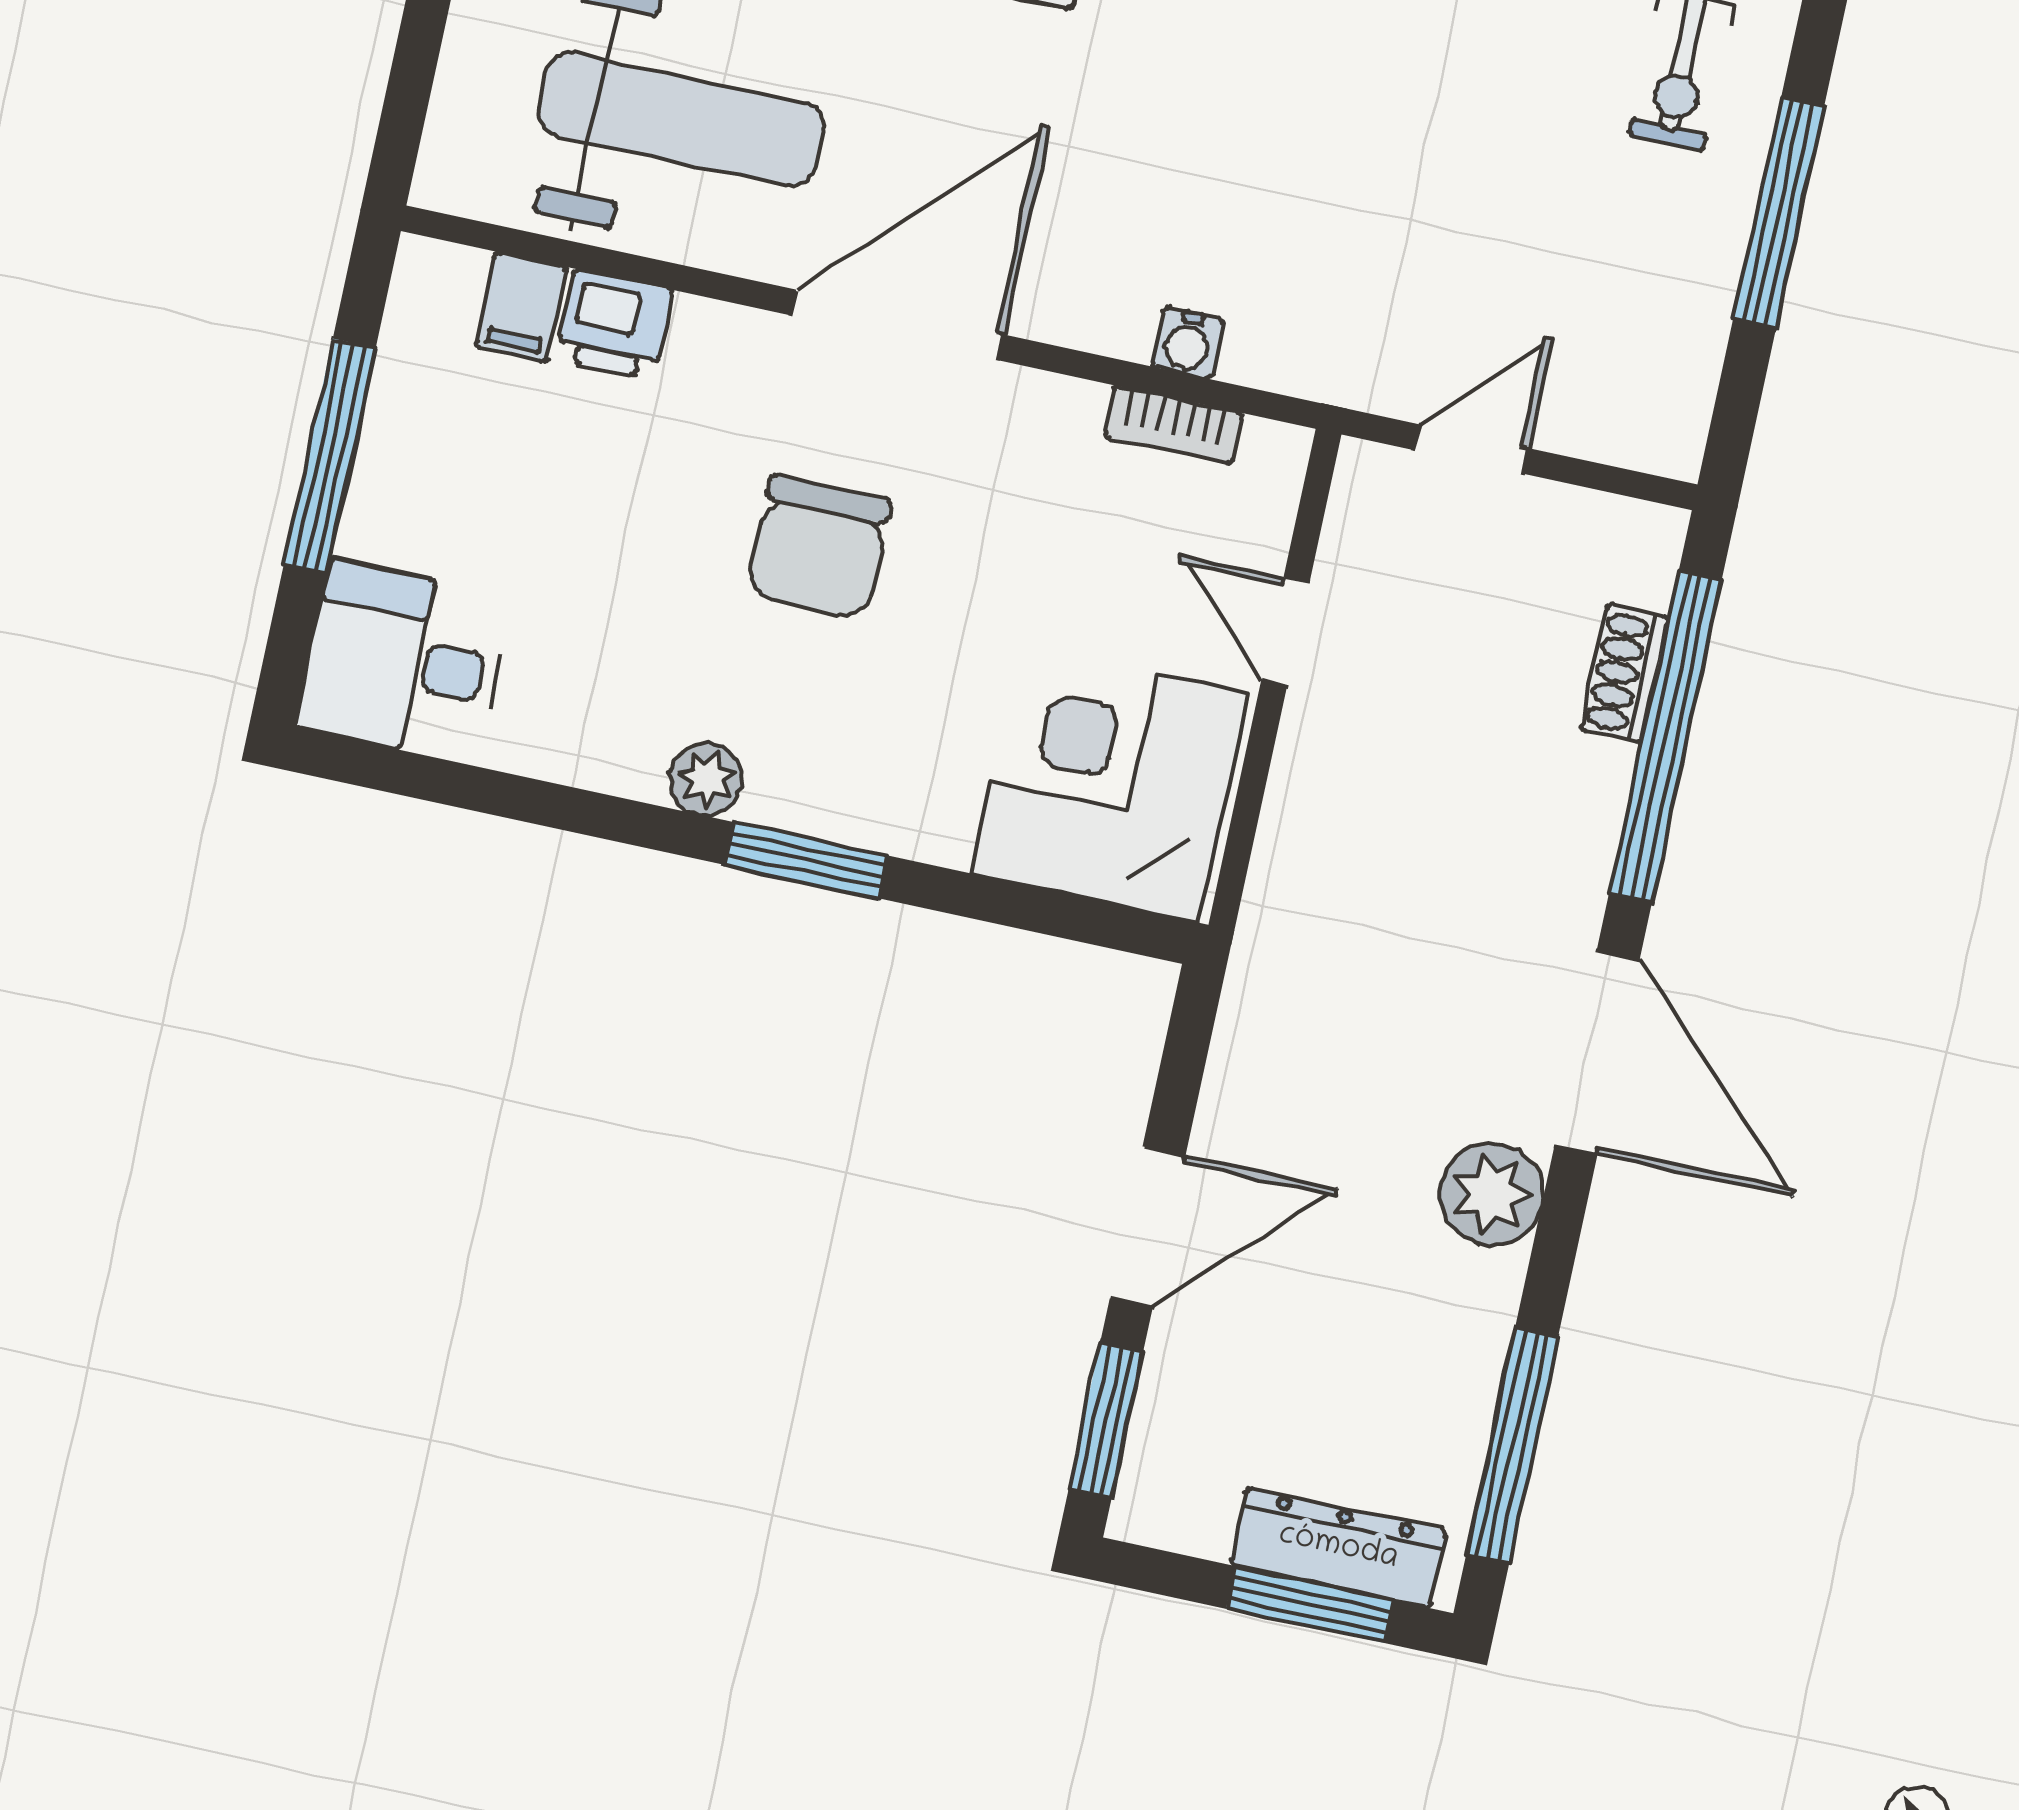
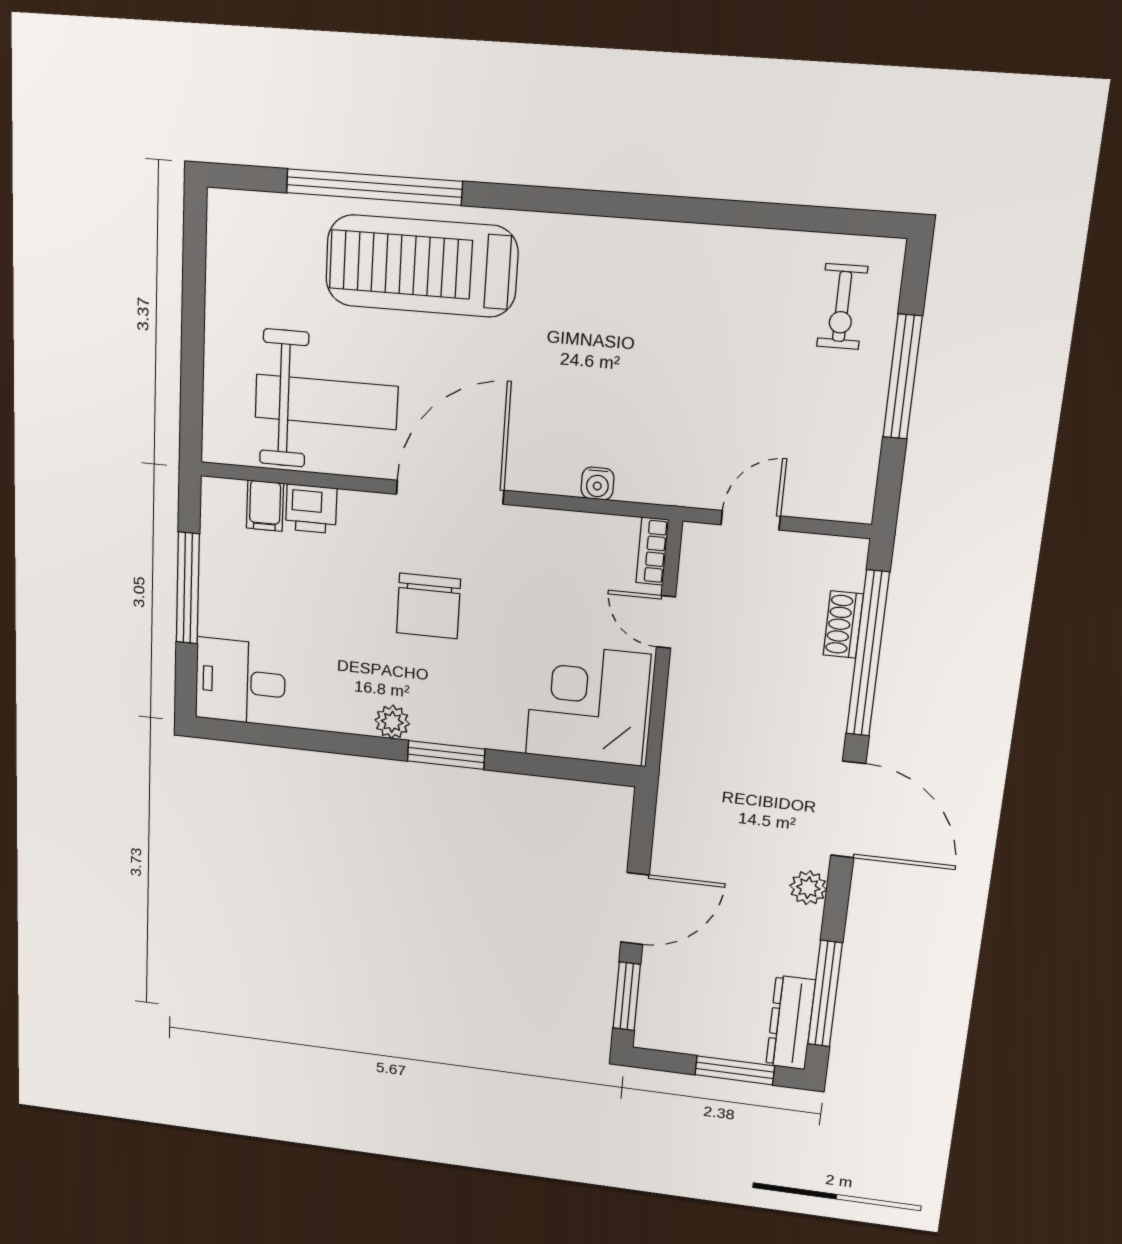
bookcase: (1174, 425) -> (652, 551), moved, turned 90
plant: (1492, 1194) -> (808, 888), width x0.73, depth x0.73
dresser: (1338, 1547) -> (791, 1023), moved, turned -90

